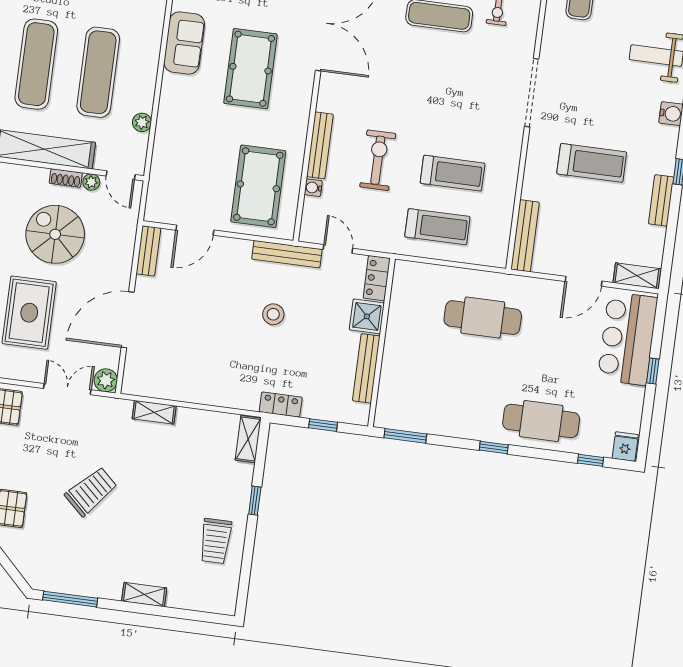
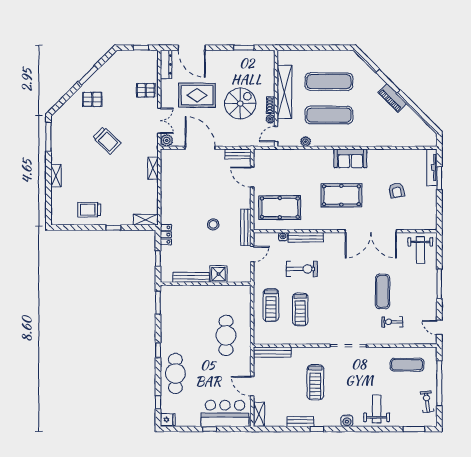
locker: (377, 278) -> (239, 277), removed

